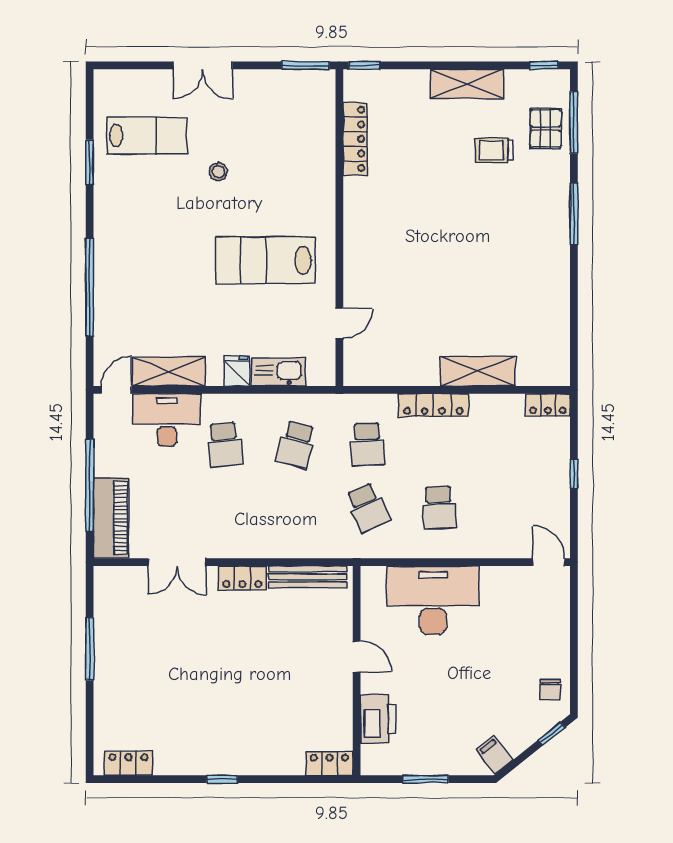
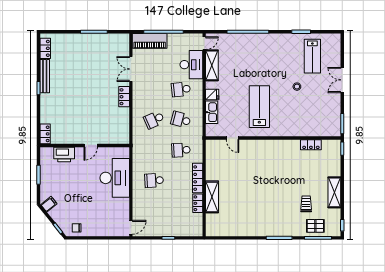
locker: (355, 139) -> (311, 145), width x0.66
door: (116, 390) -> (204, 43), hinge flipped
locker: (548, 405) -> (198, 203), moved
school desk: (367, 508) -> (154, 120), moved
bench: (308, 577) -> (45, 76), moved

